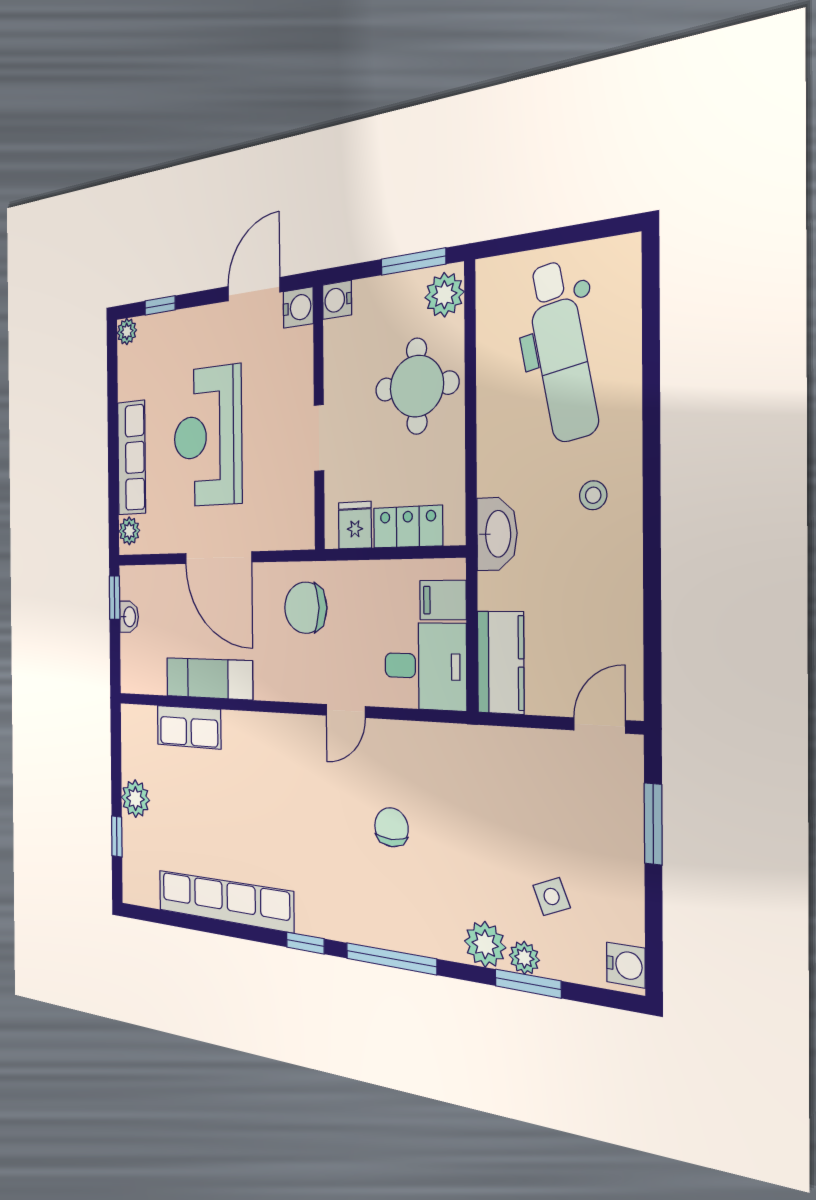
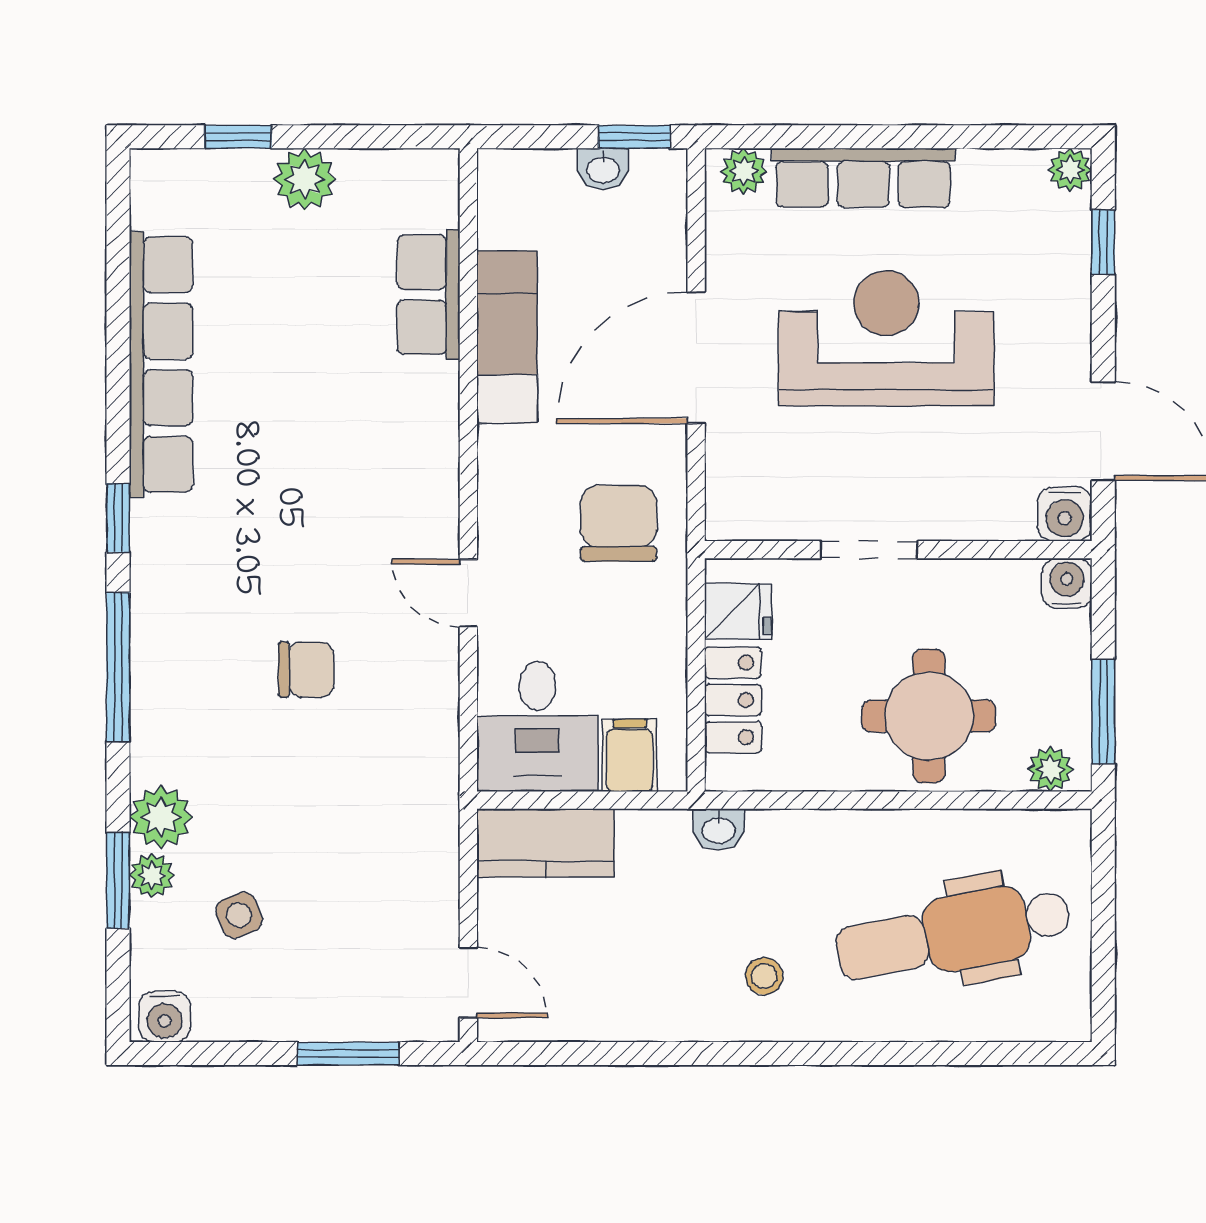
plant: (444, 295) -> (1050, 769), width x0.73, depth x0.73
washbasin: (497, 534) -> (719, 829), width x0.52, depth x0.69

